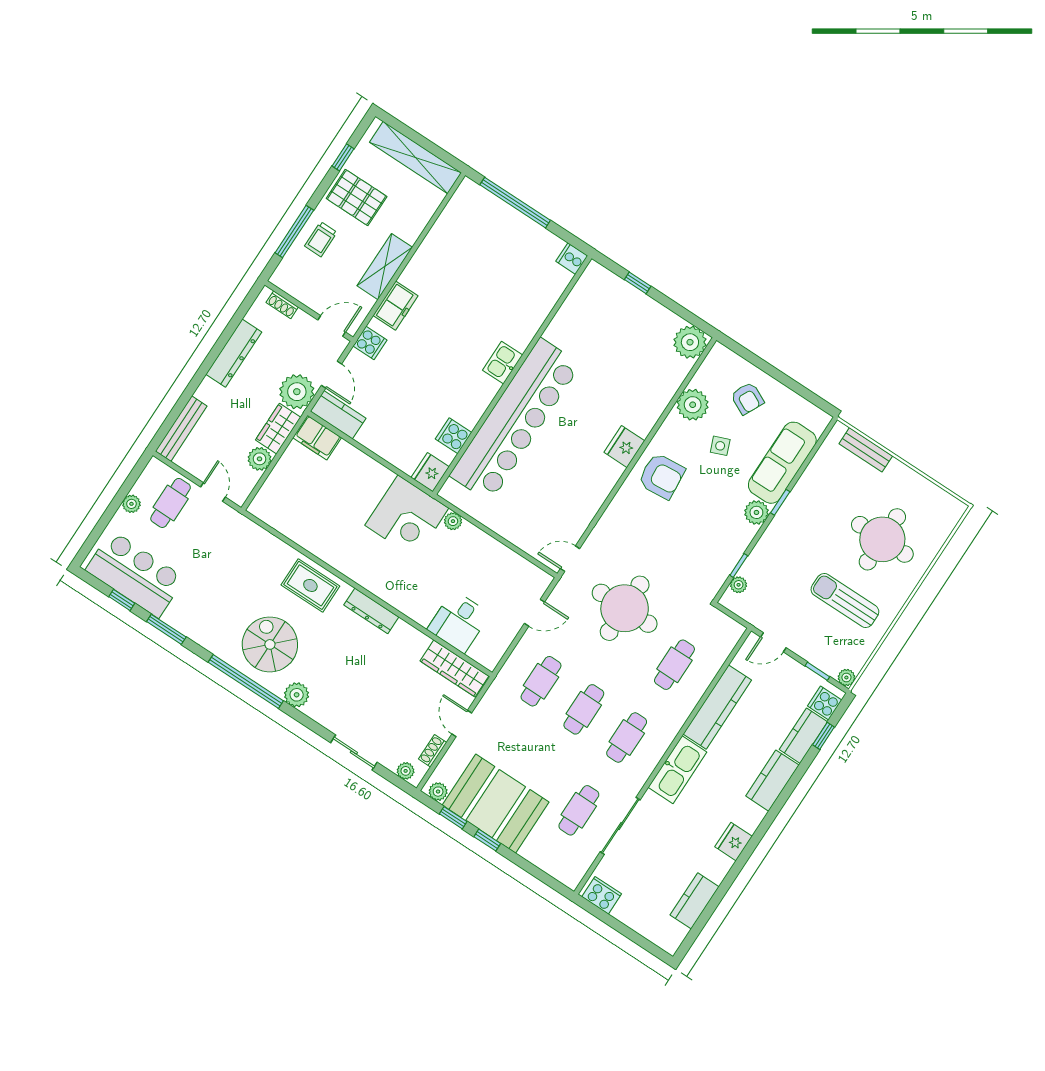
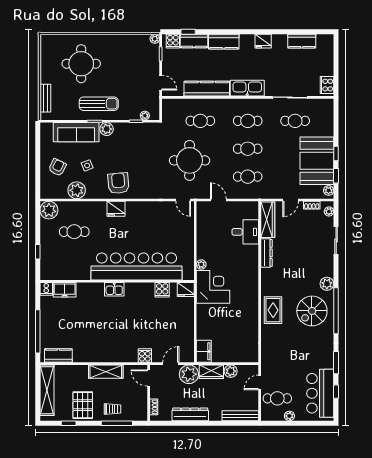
freezer: (396, 306) -> (65, 290), moved, turned 180
cafe table: (631, 359) -> (74, 232), added
kitchen counter: (338, 415) -> (58, 355), moved, turned 90
sun lounger: (845, 601) -> (99, 104), moved, turned -90
dresser: (371, 611) -> (266, 253), moved

